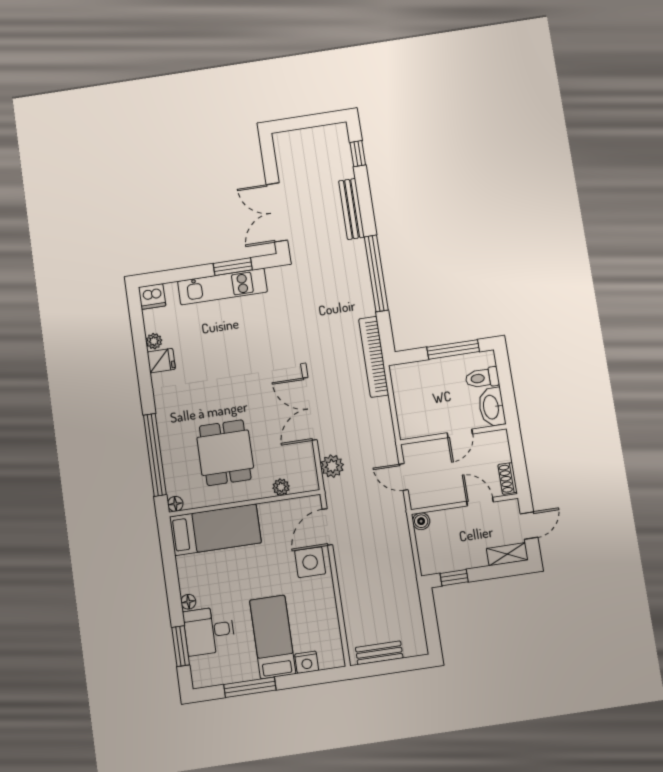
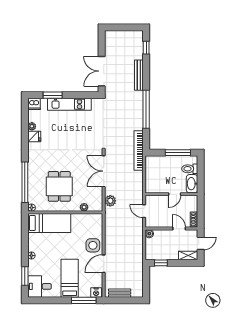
window: (233, 267) -> (53, 95), moved
door: (327, 527) -> (104, 264), moved
desk: (209, 631) -> (40, 286), moved
nightstand: (307, 662) -> (96, 292), moved
window: (250, 687) -> (84, 300), moved

